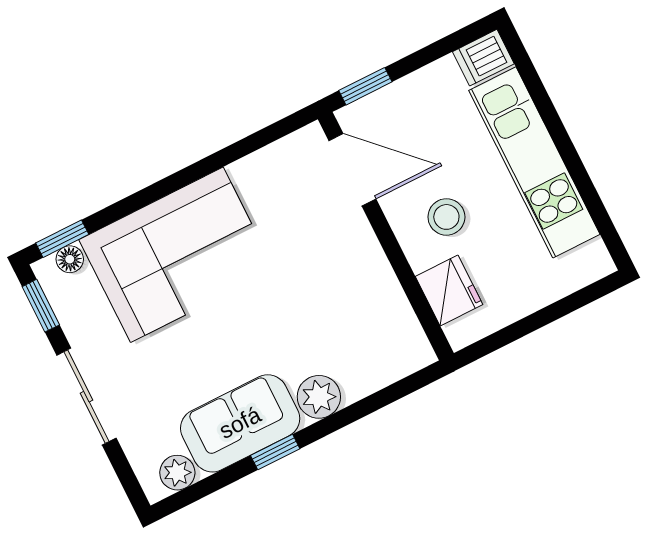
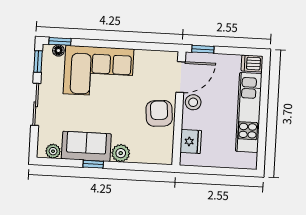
door: (352, 170) -> (181, 77), hinge flipped
stool: (446, 217) -> (193, 102), moved
armchair: (351, 270) -> (159, 113), added

